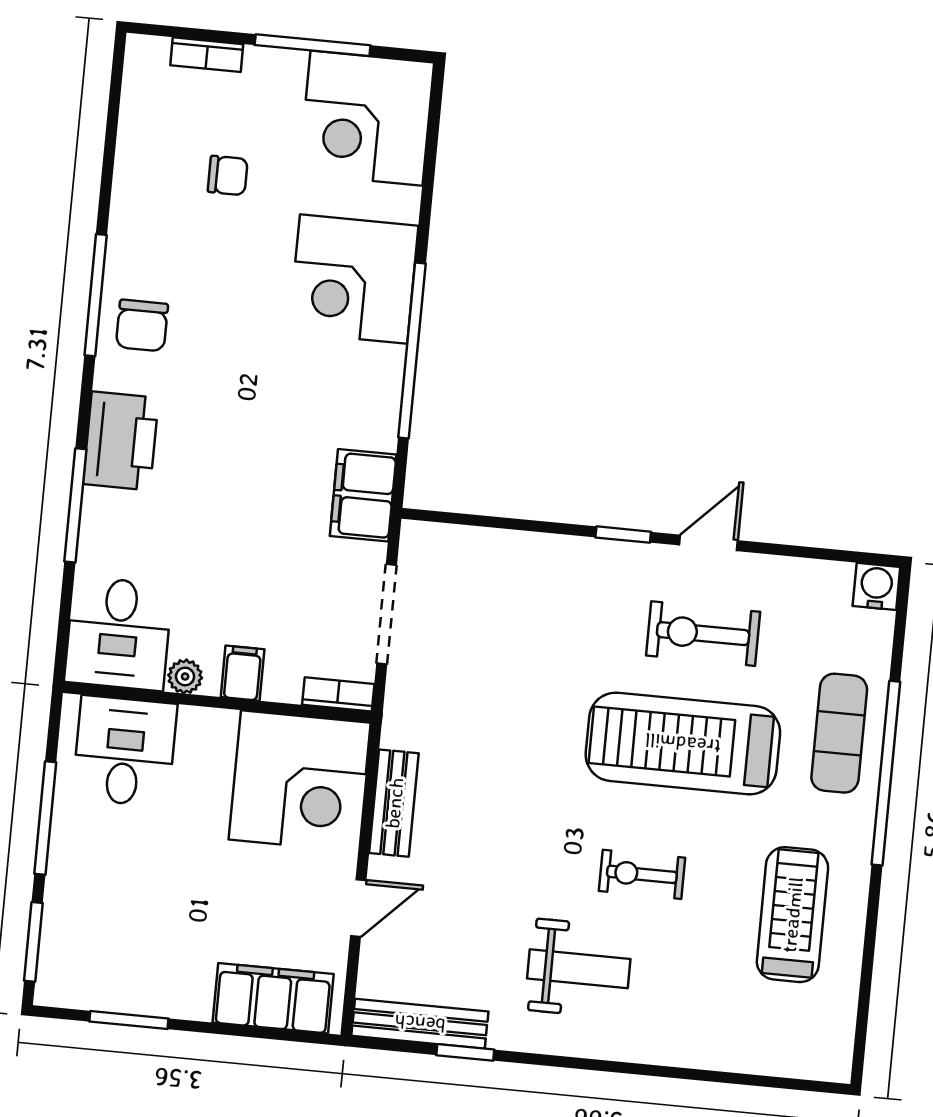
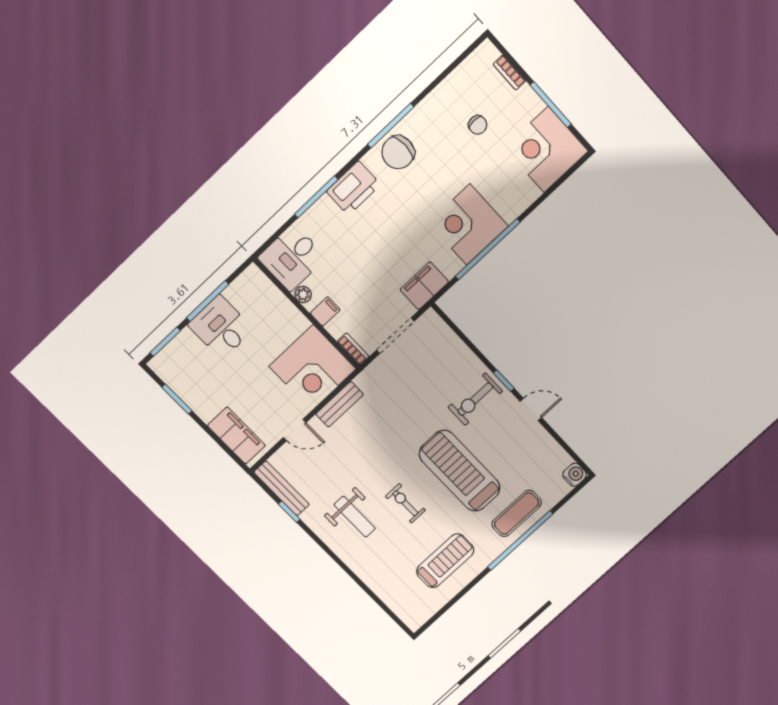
corner desk: (354, 279) -> (468, 225), moved
chair: (142, 325) -> (398, 152), width x1.37, depth x1.37
exercise bike: (703, 634) -> (475, 399), moved, turned -90
desk: (125, 751) -> (221, 327), moved, turned -90

